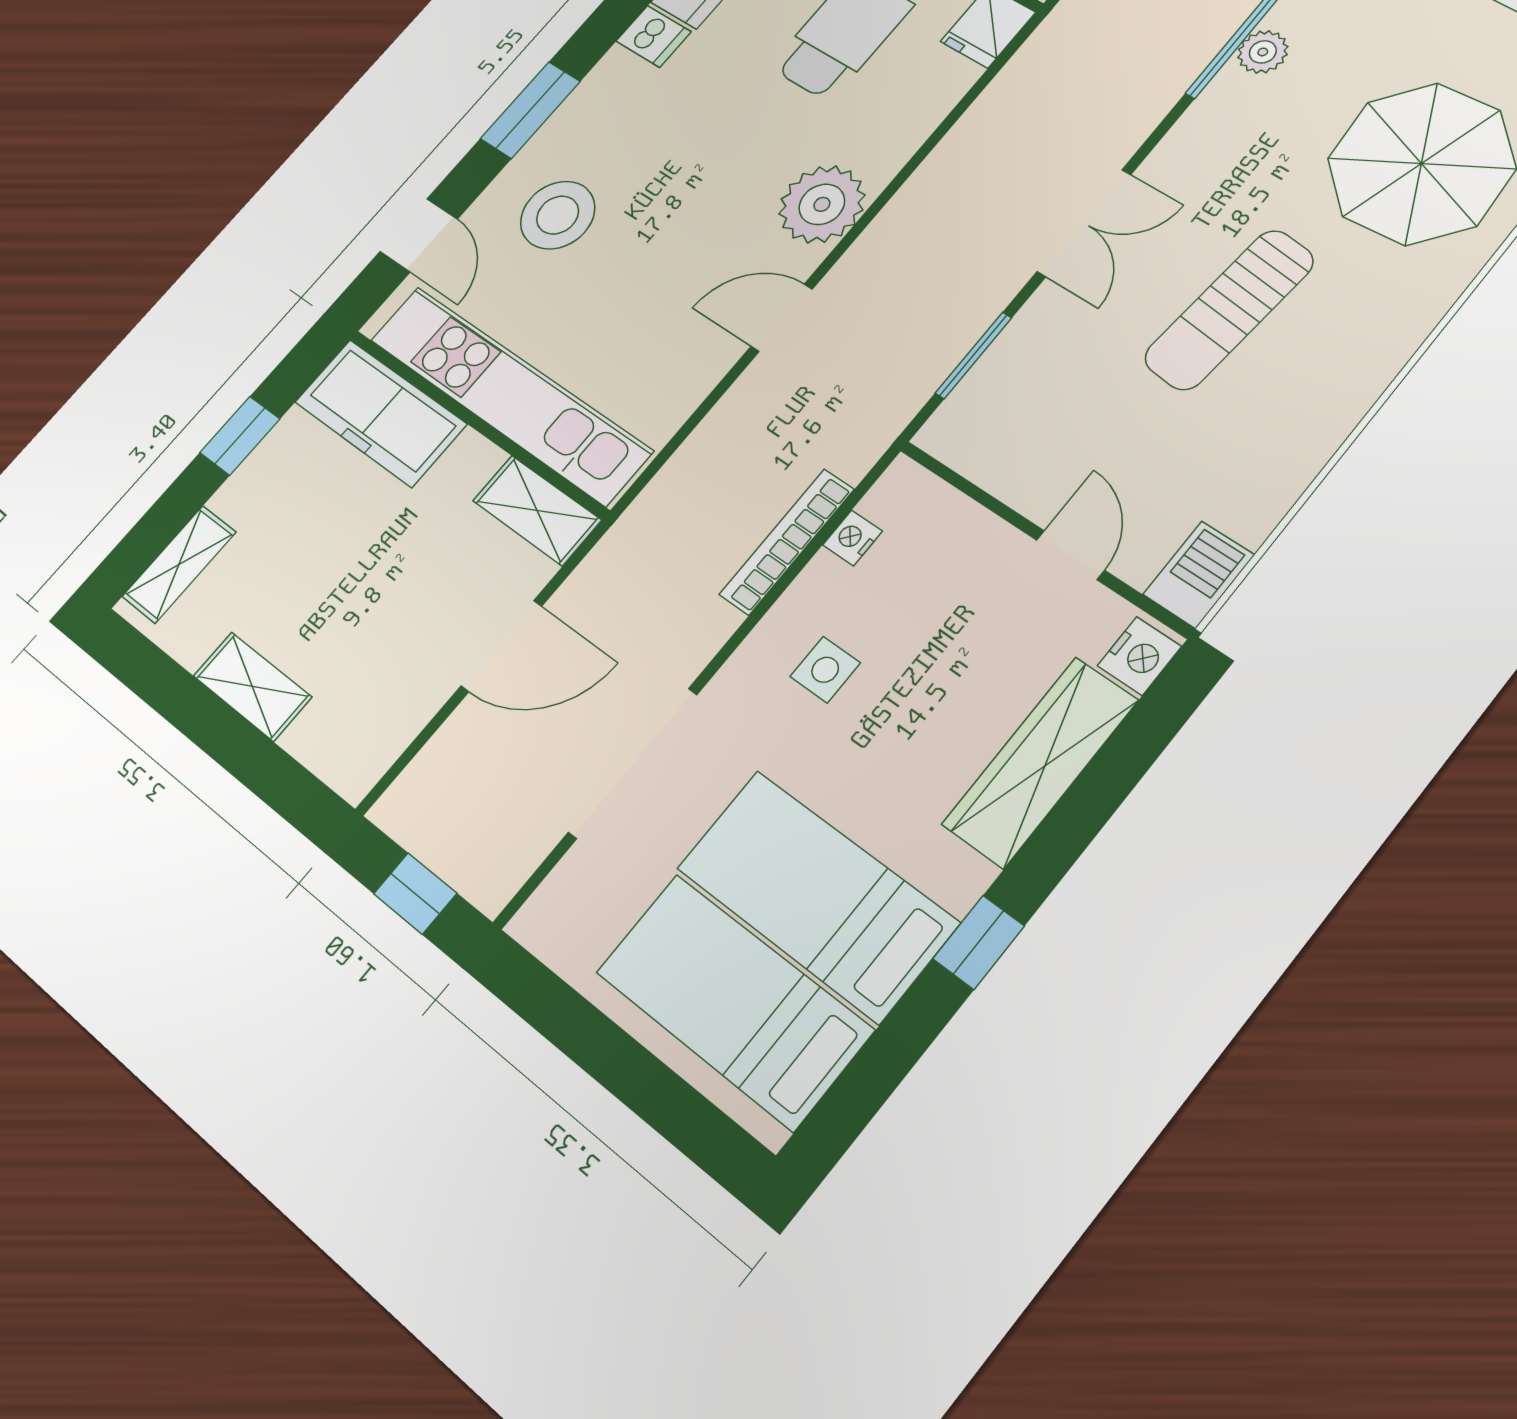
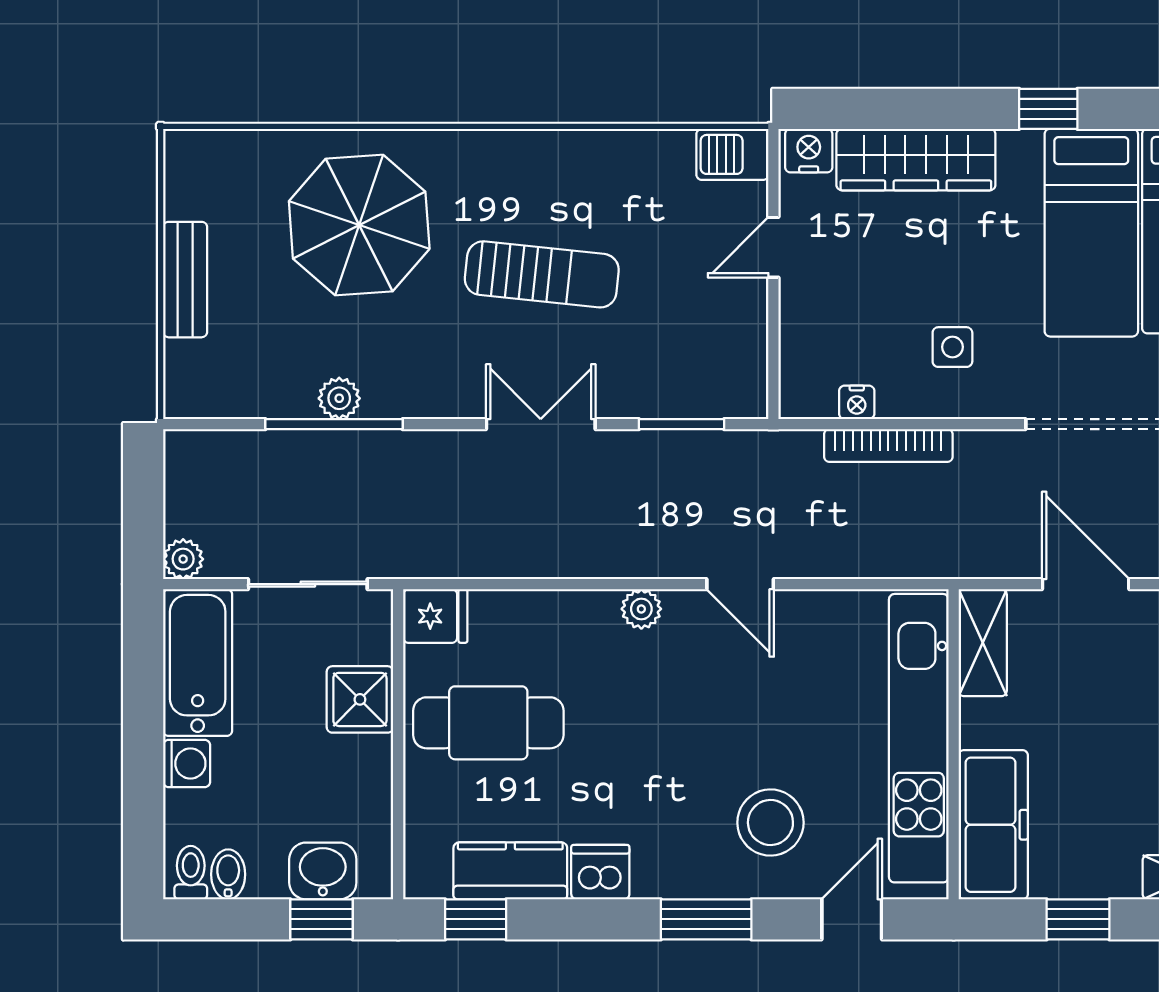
dishwasher: (654, 36) -> (600, 872), width x1.38
plant: (822, 204) -> (641, 609), width x0.53, depth x0.53

